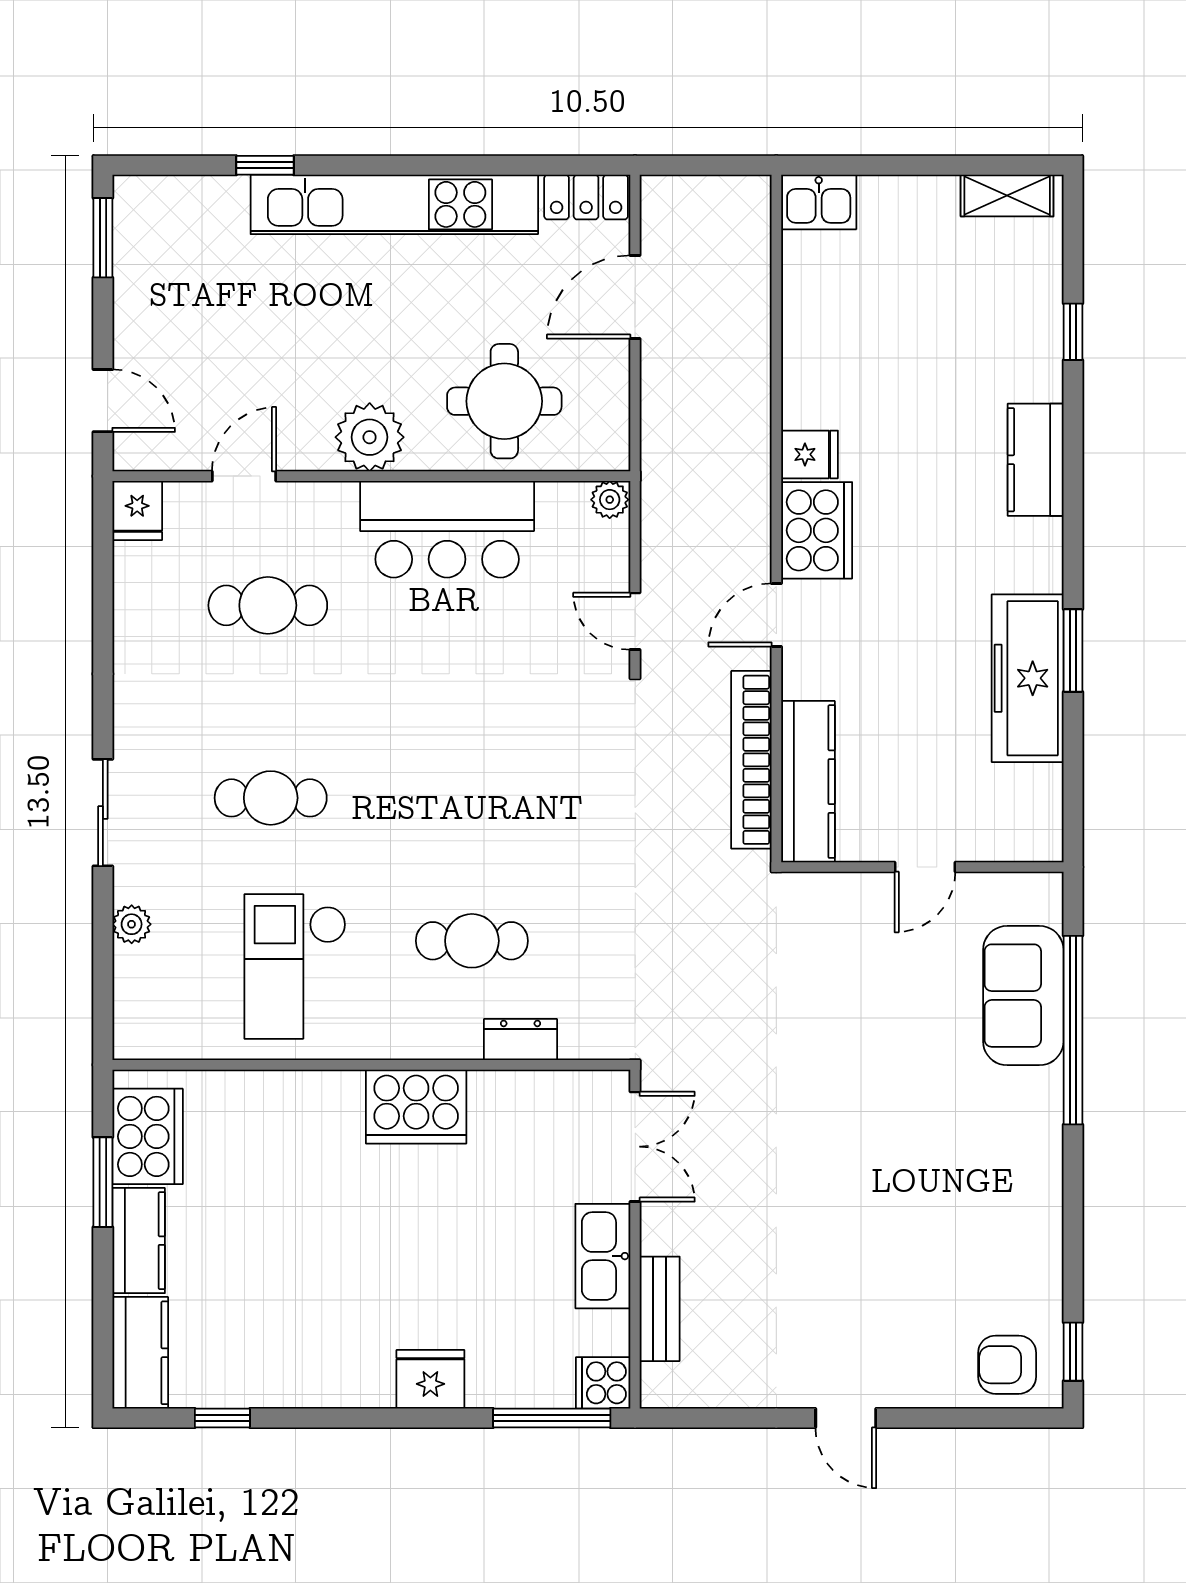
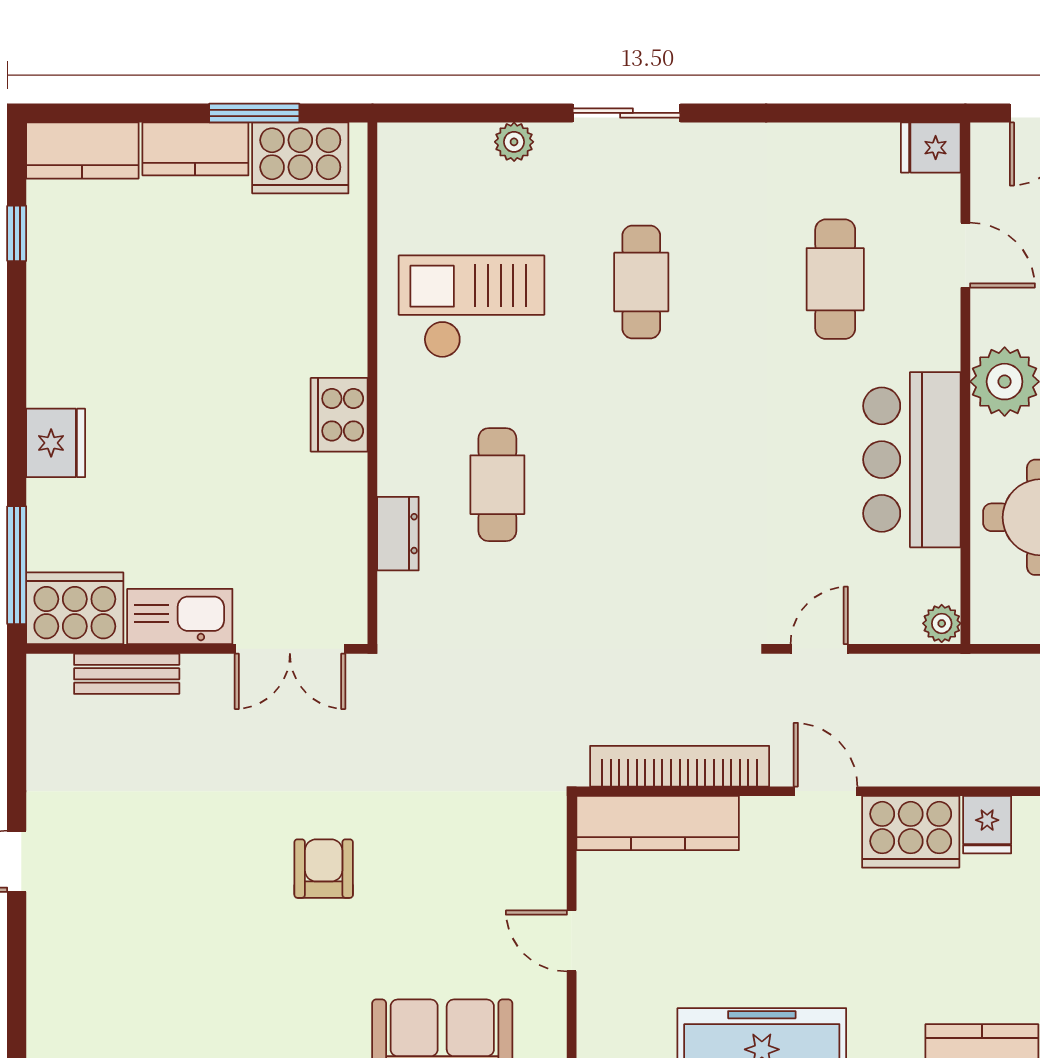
cooker: (416, 1107) -> (339, 415), width x0.73, depth x0.76
armchair: (1007, 1365) -> (324, 869), moved
cooker: (603, 1383) -> (75, 608), width x1.87, depth x1.31

